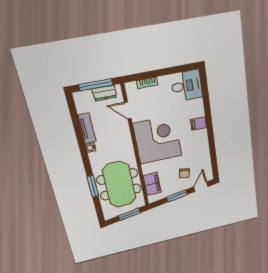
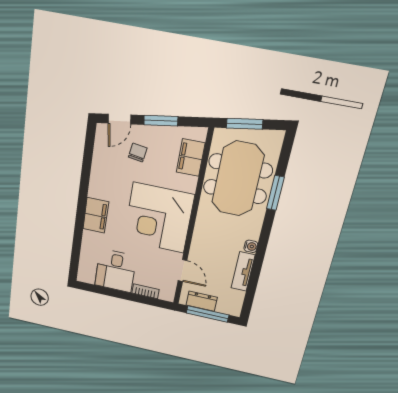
desk: (187, 86) -> (116, 271), moved, turned -90
filing cabinet: (199, 124) -> (96, 215), width x2.00

